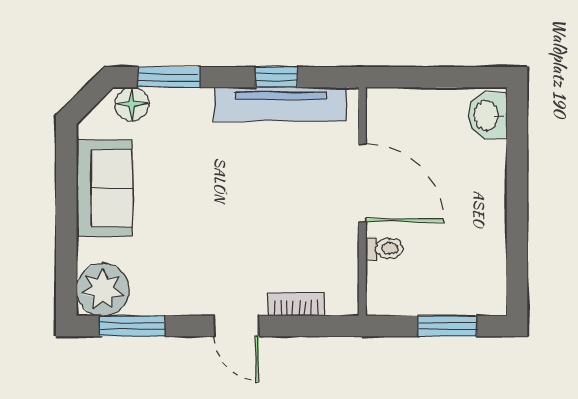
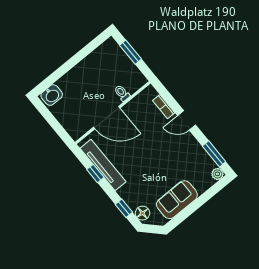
window: (169, 77) -> (124, 208), width x0.67
door: (362, 183) -> (107, 118), swing flipped
plant: (103, 290) -> (217, 174), width x0.53, depth x0.53
door: (236, 326) -> (187, 120), swing flipped

